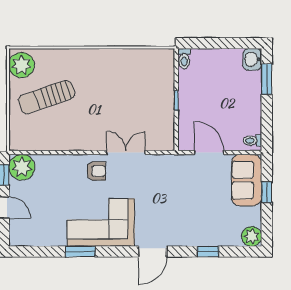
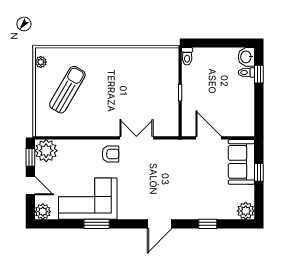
plant: (22, 65) -> (41, 62), width x0.53, depth x0.53
window: (267, 79) -> (259, 74), width x0.67
sun lounger: (46, 97) -> (67, 90), turned 139
toilet: (252, 141) -> (246, 72), moved
corner sofa: (101, 222) -> (88, 199), moved
plant: (18, 237) -> (43, 212), added

